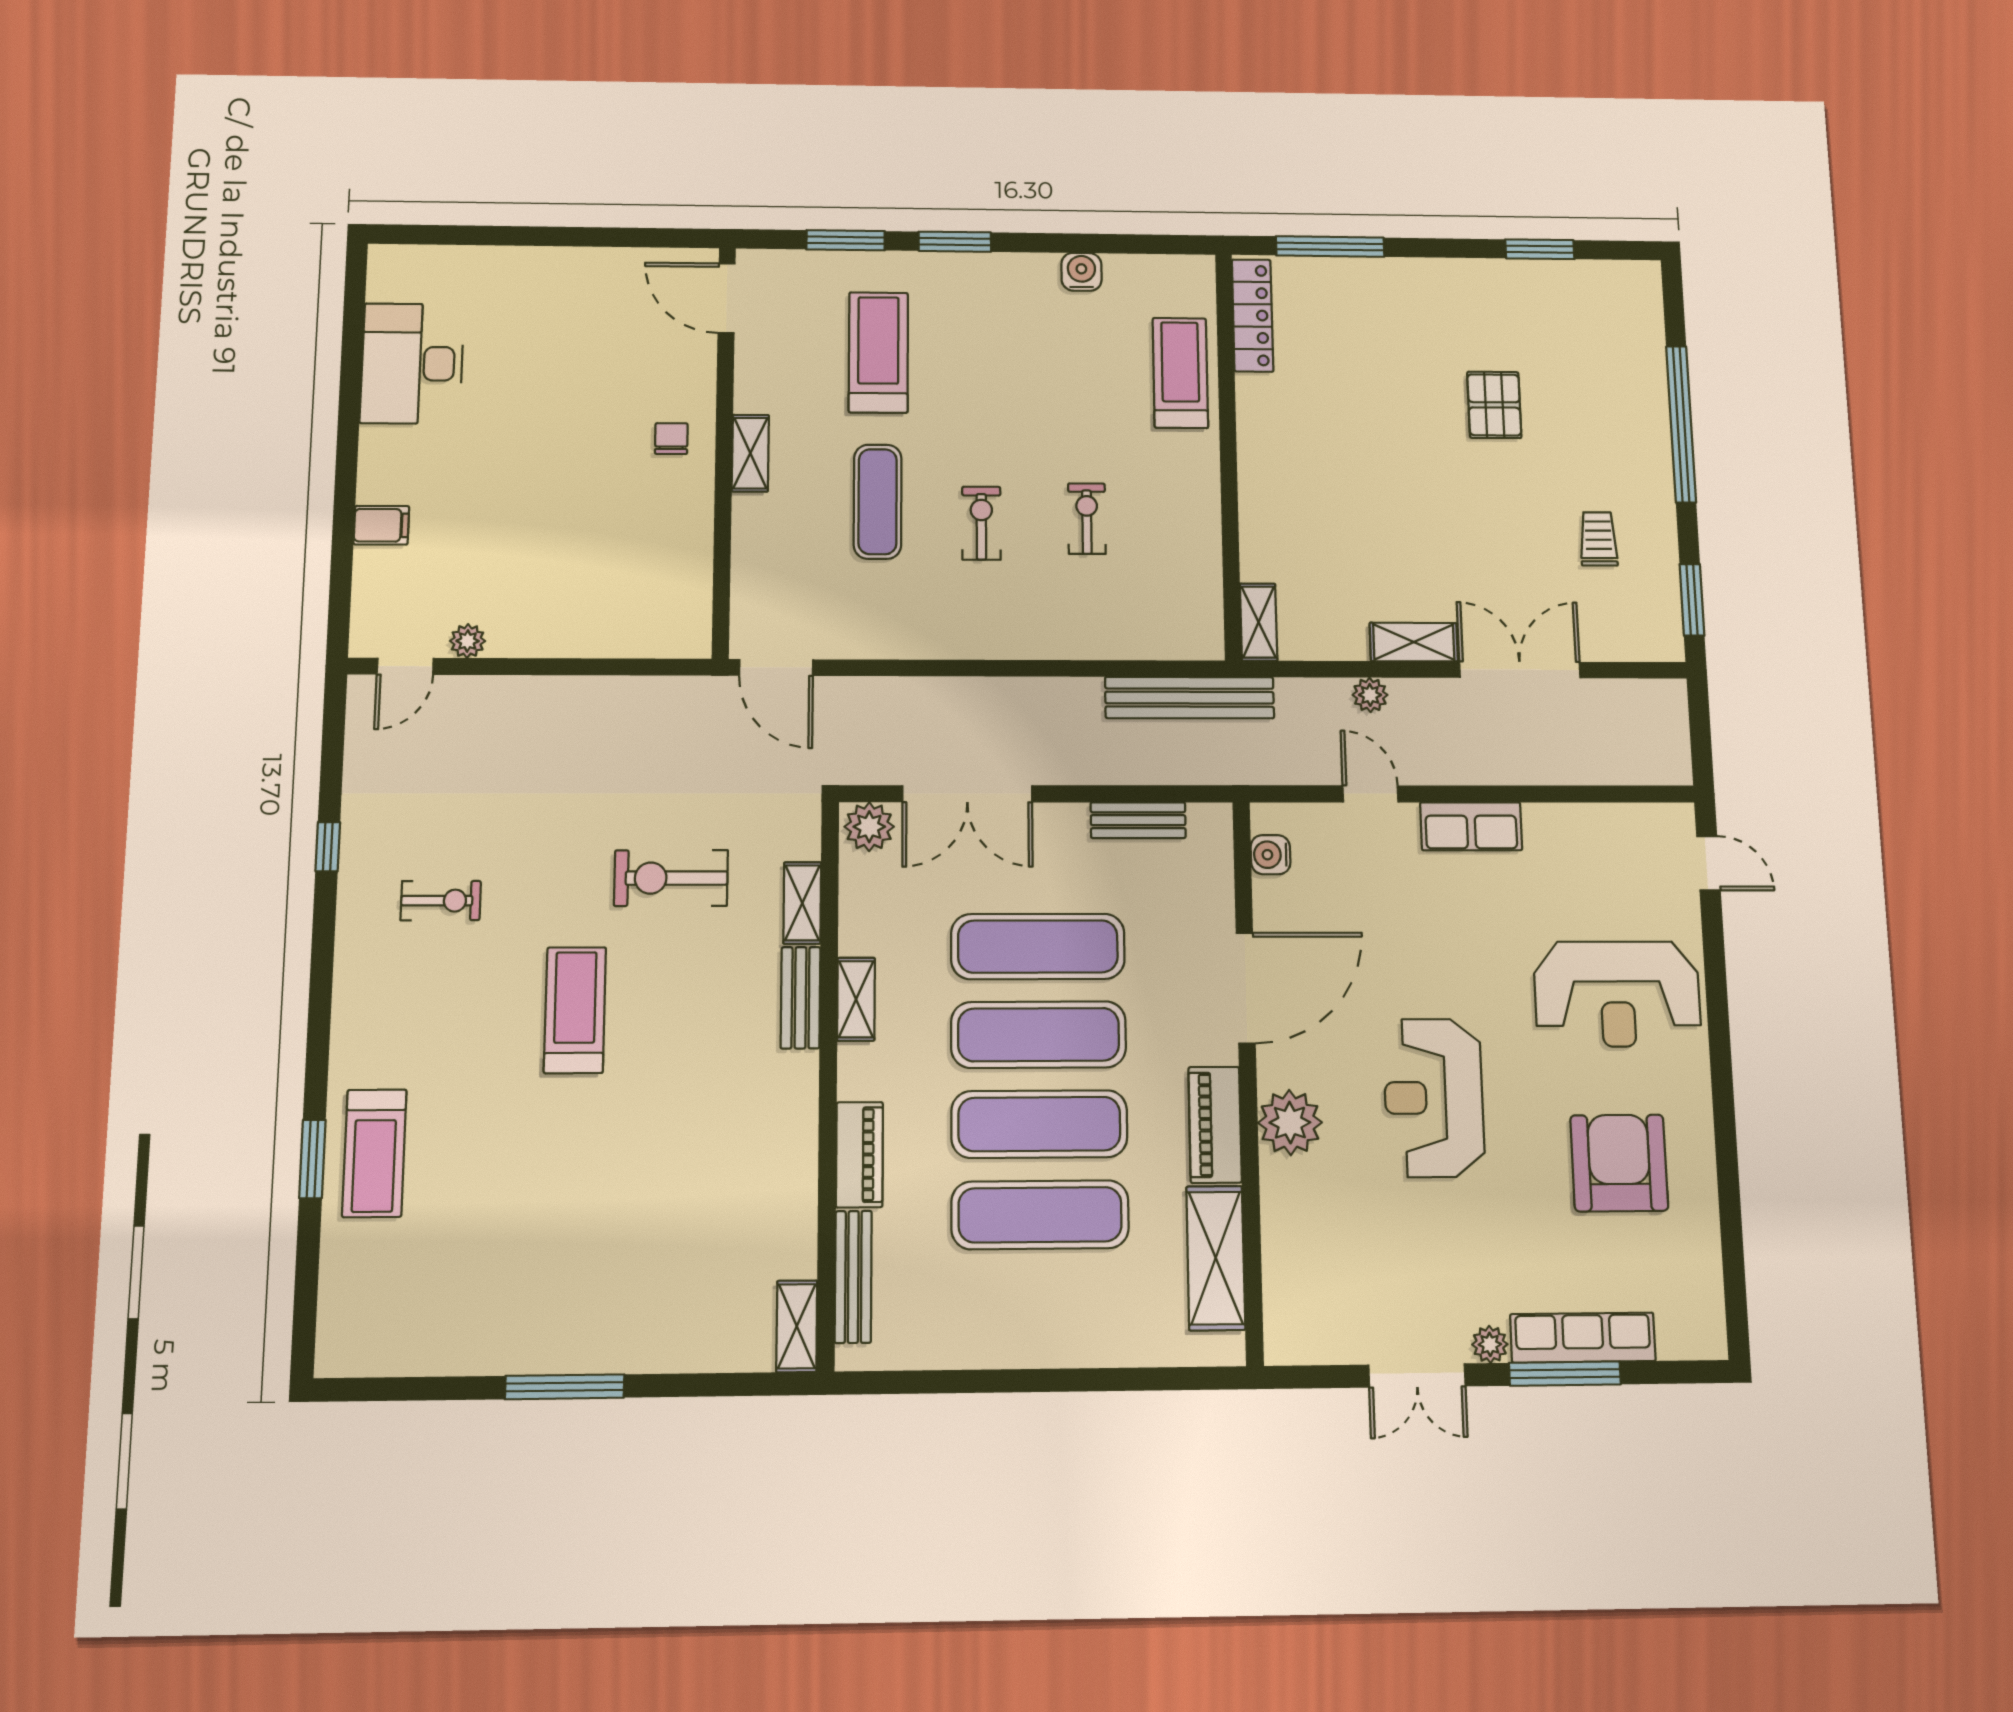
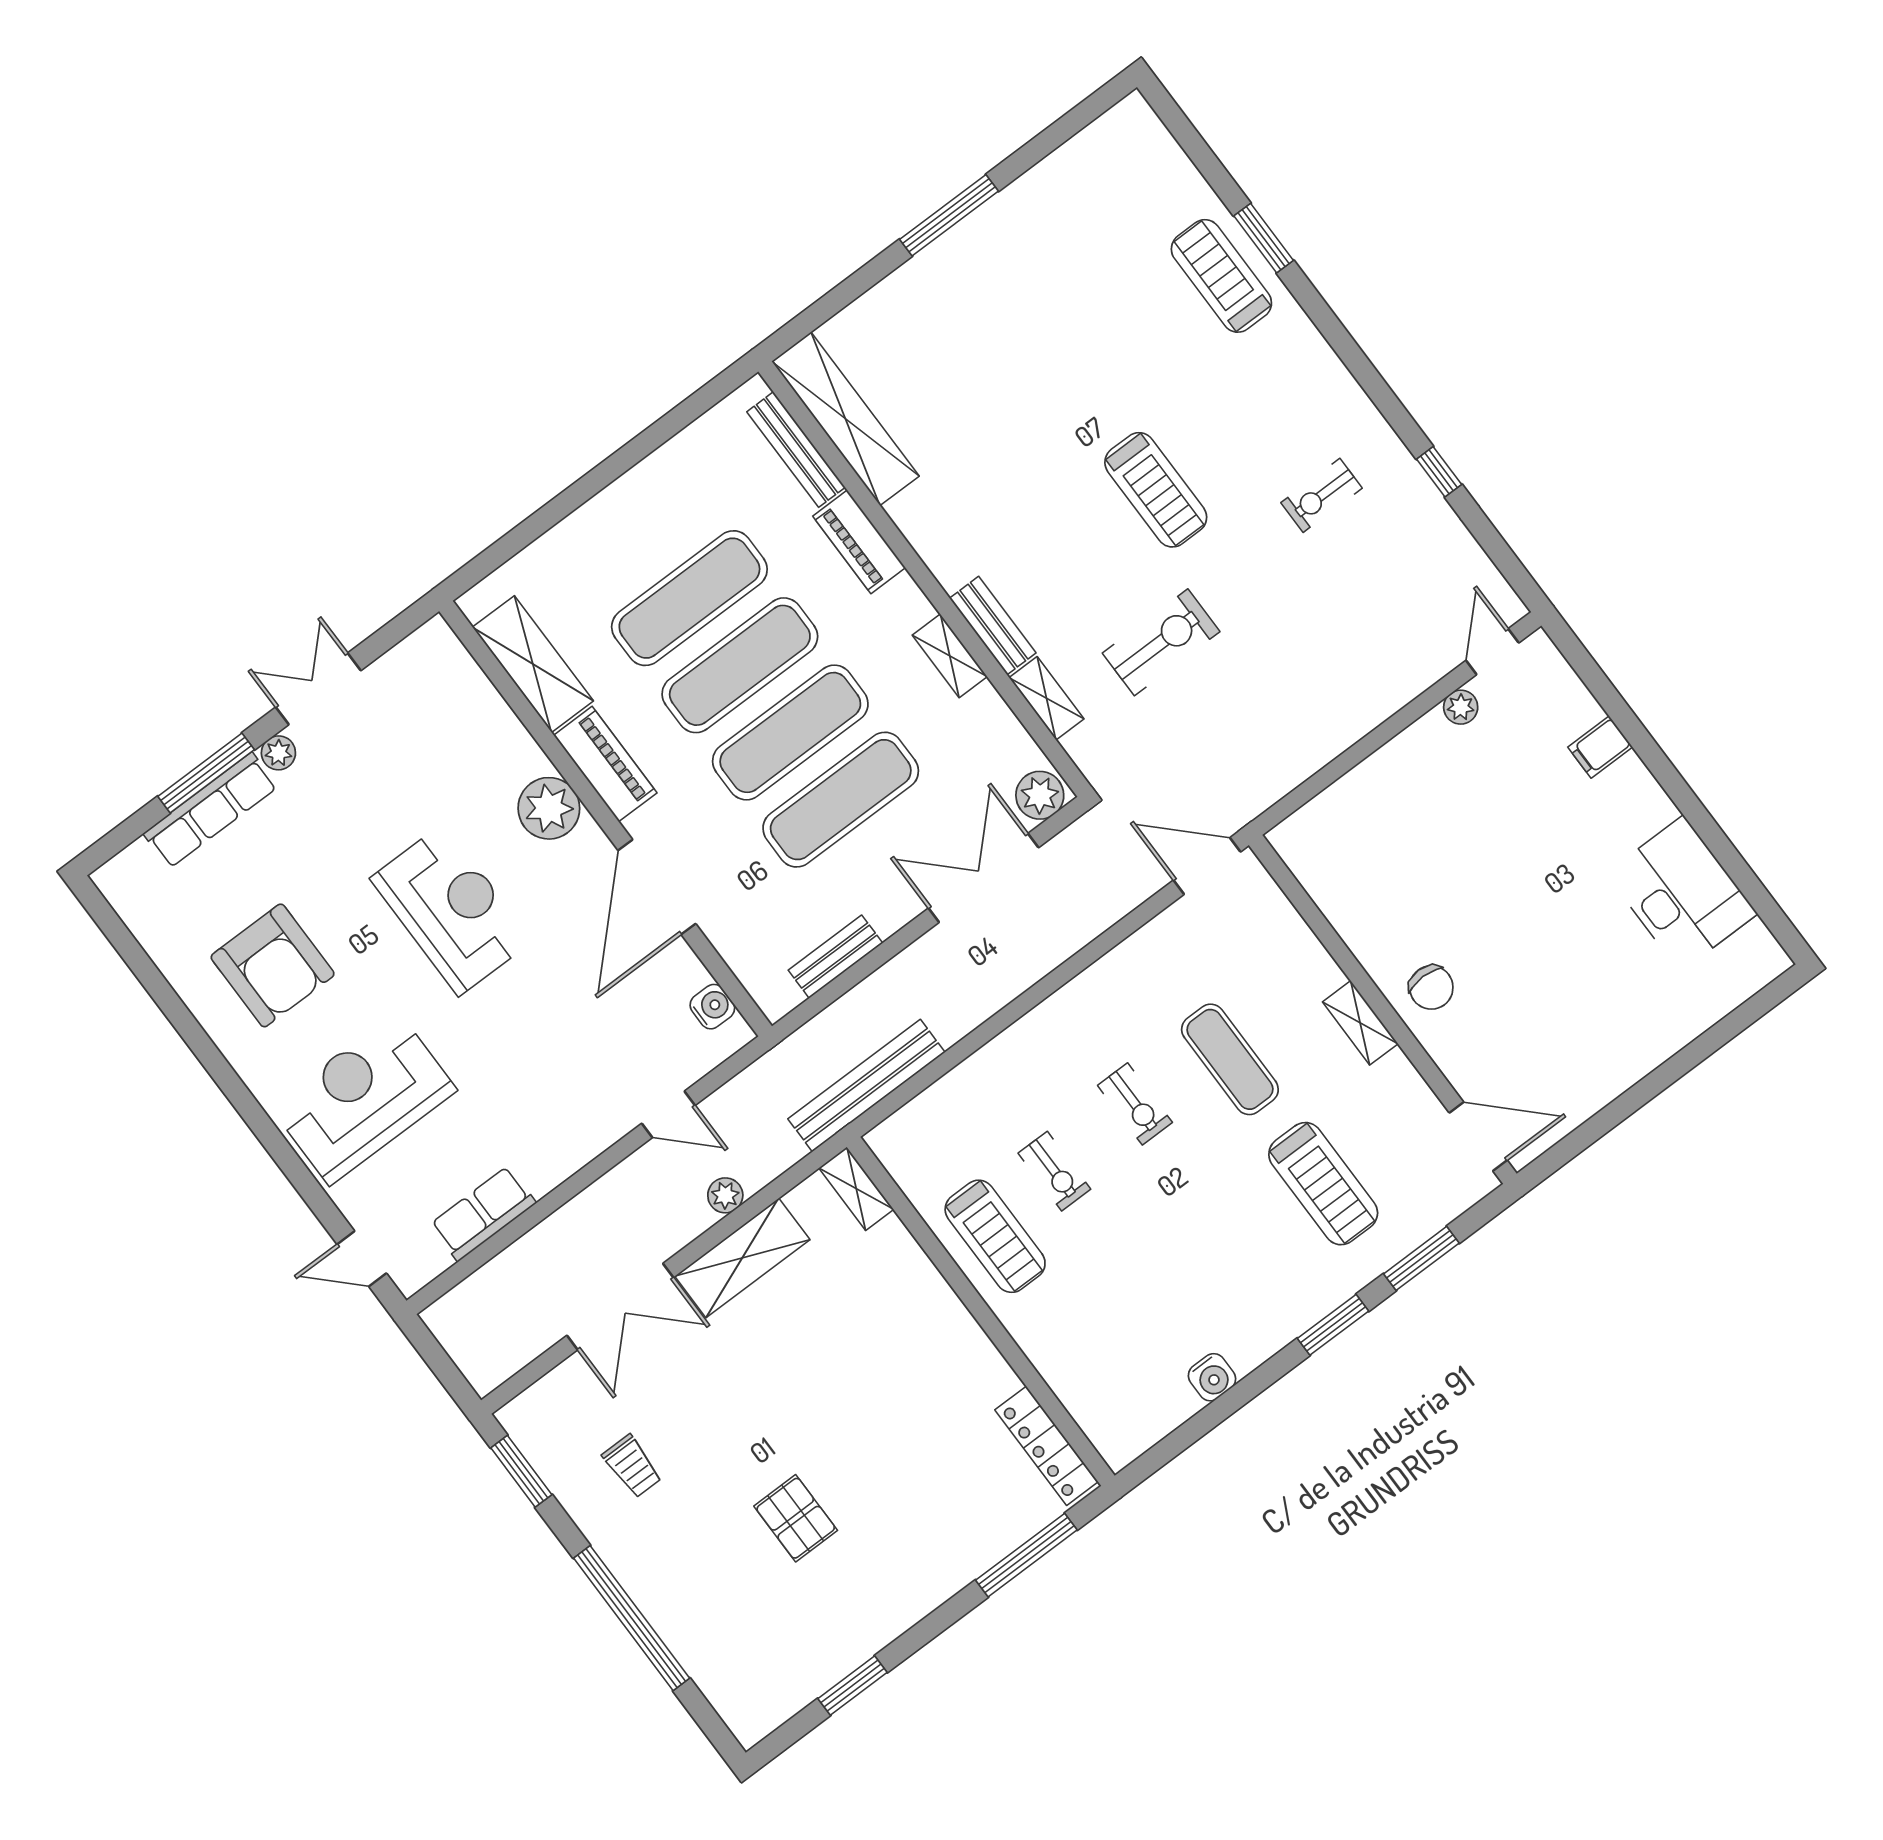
treadmill: (1180, 373) -> (995, 1236), moved
chair: (671, 439) -> (1431, 987), width x1.37, depth x1.37
shelving: (1414, 642) -> (742, 1258), width x1.50, depth x1.33
row of seats: (1471, 826) -> (483, 1214), moved
shelving: (797, 1326) -> (845, 419), width x2.20, depth x1.33

